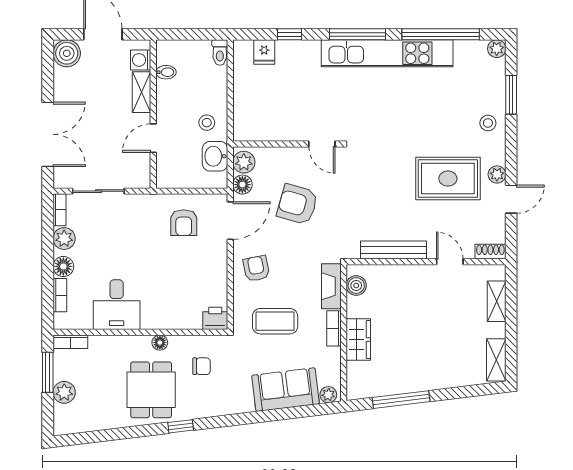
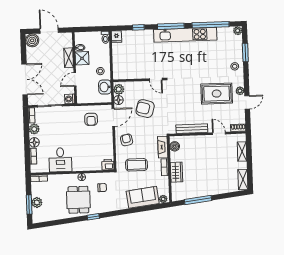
fridge: (264, 52) -> (116, 37), moved
washing machine: (141, 60) -> (70, 99), moved
shower: (169, 94) -> (82, 58), added
window: (48, 372) -> (29, 204), moved

